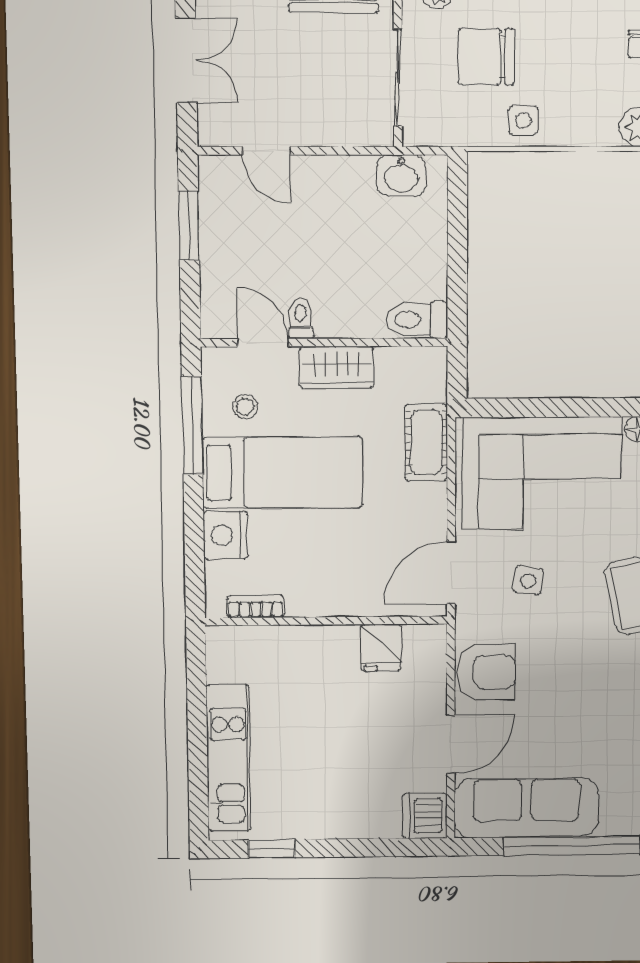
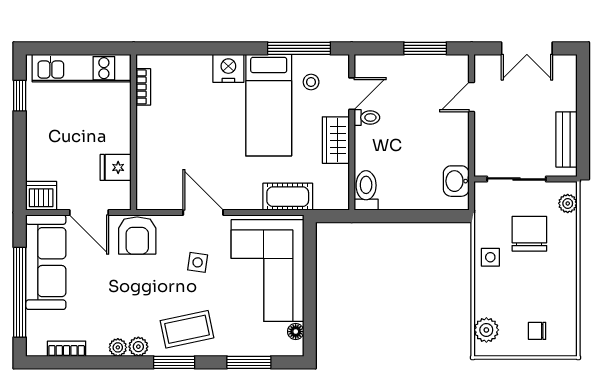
bookcase: (256, 607) -> (143, 87), moved
wall: (326, 621) -> (134, 132), moved
fridge: (381, 648) -> (116, 167), moved

